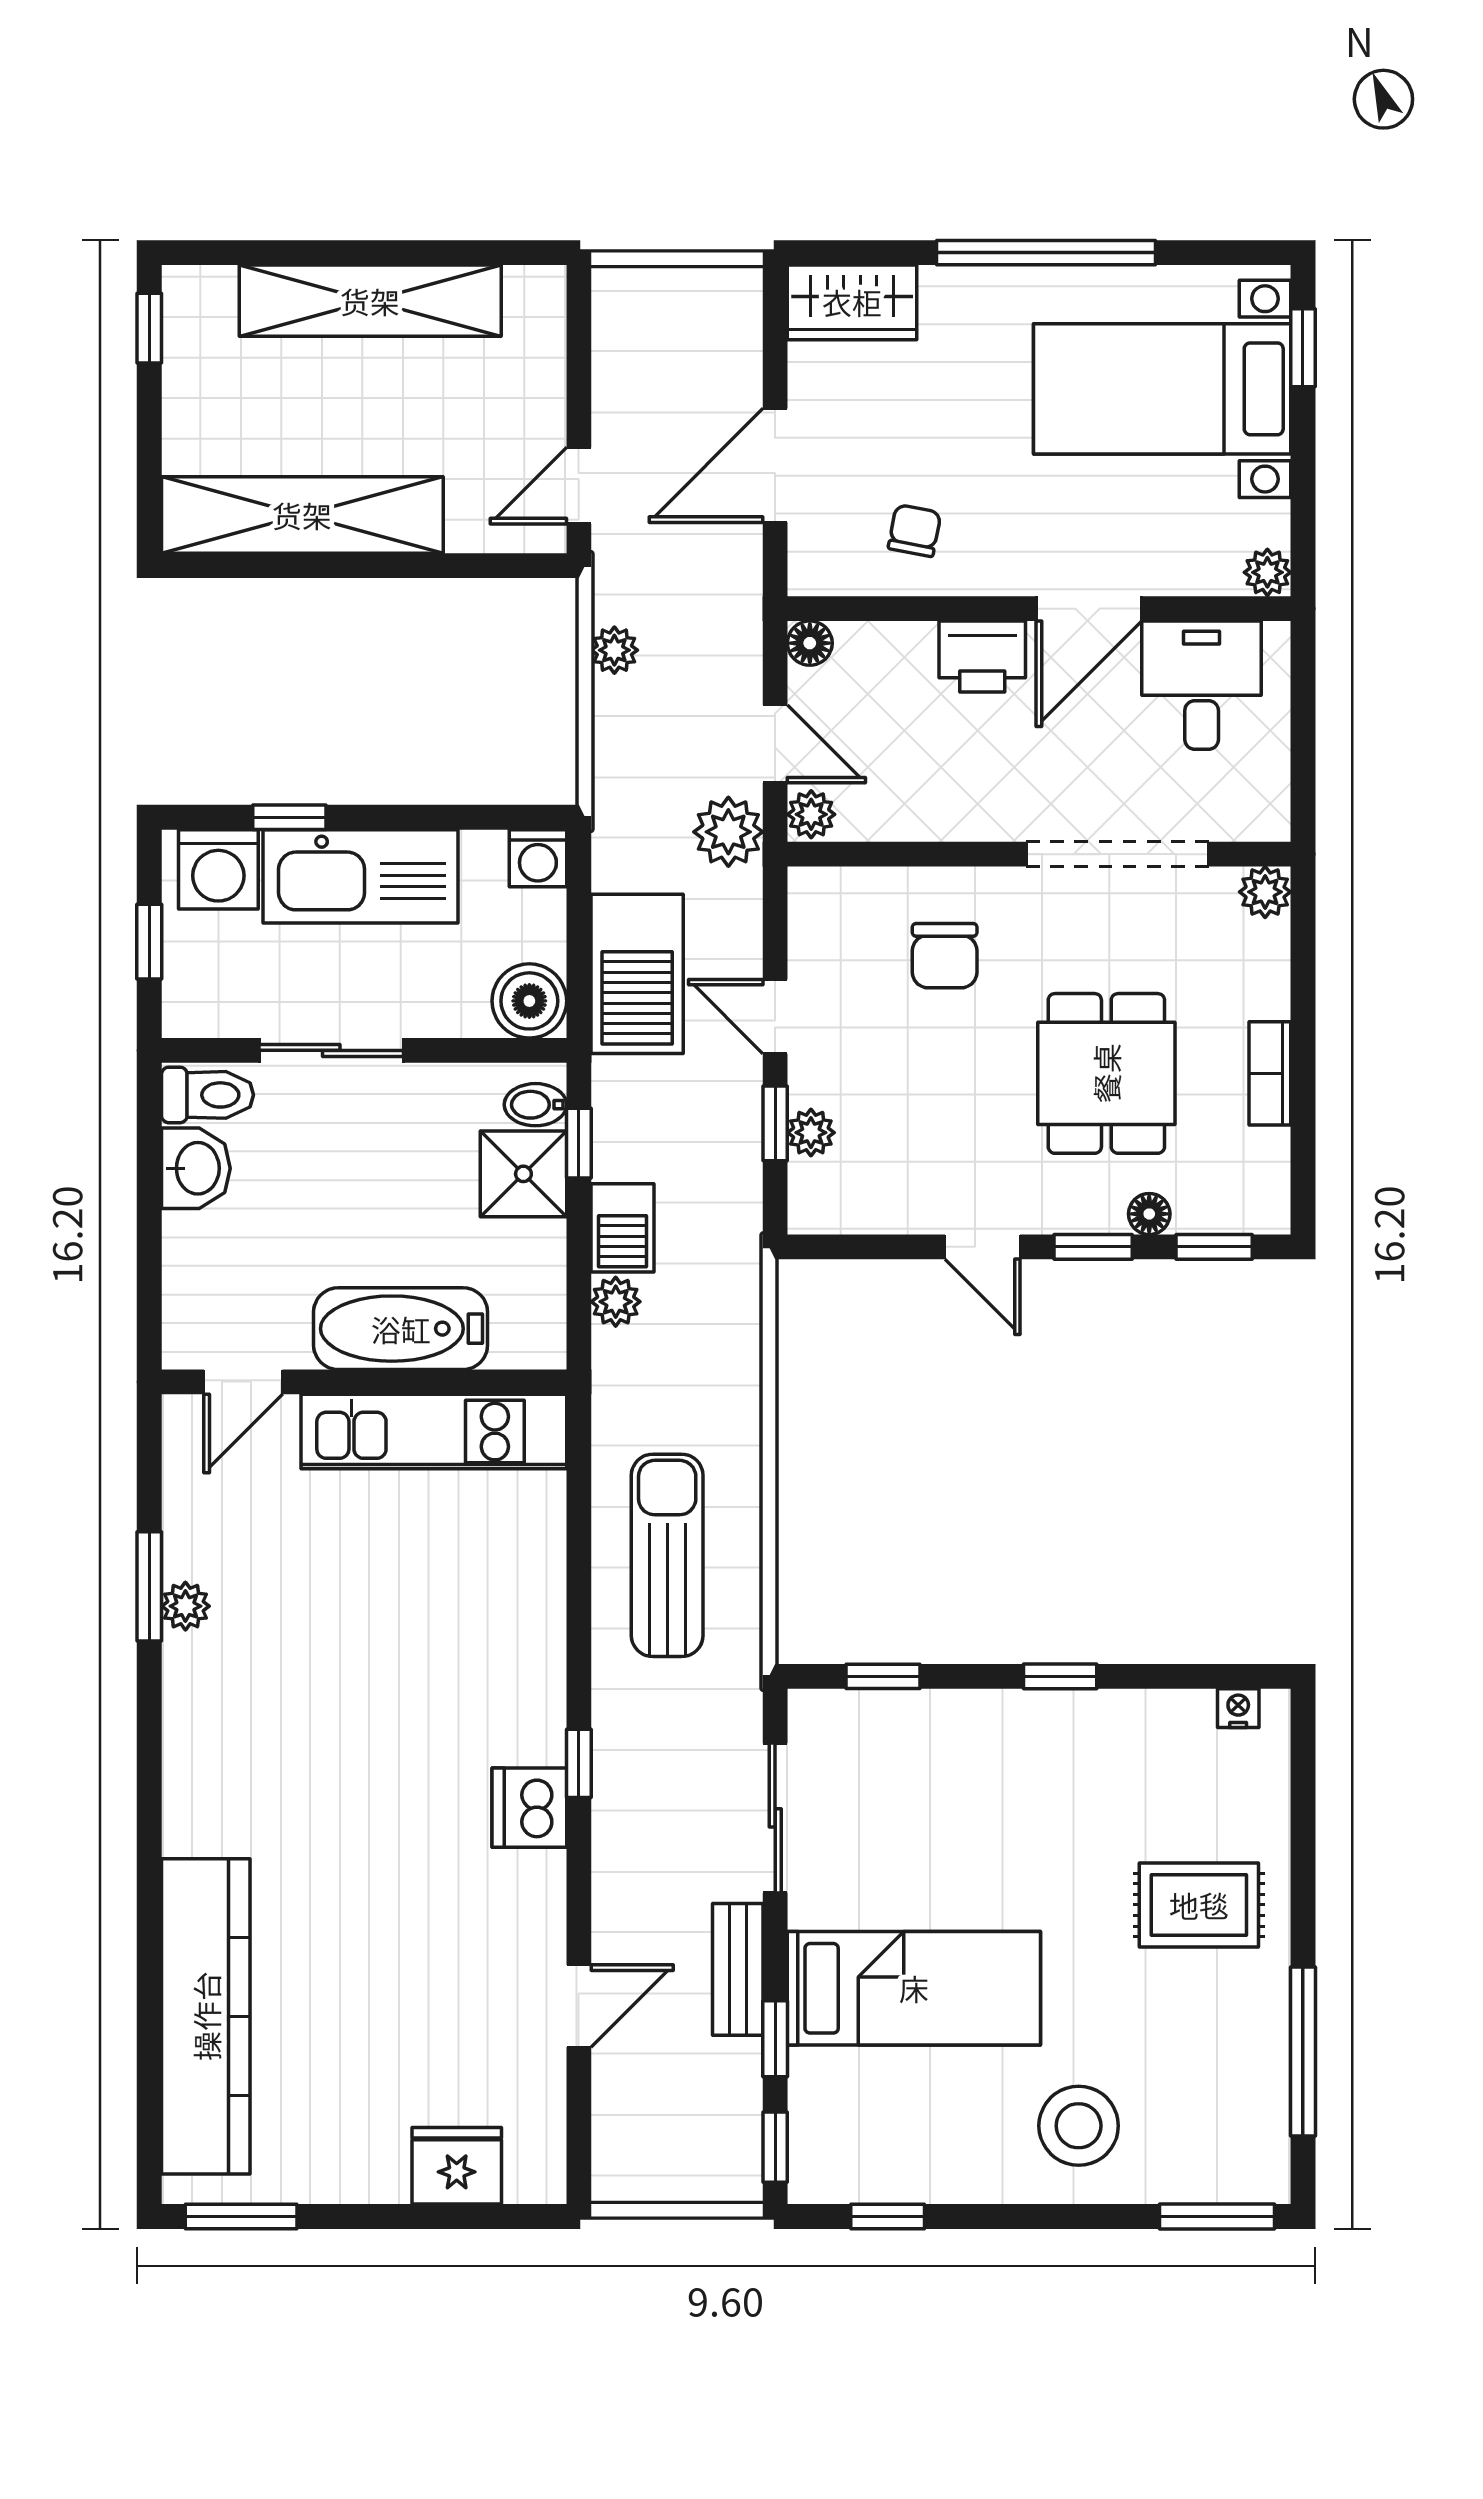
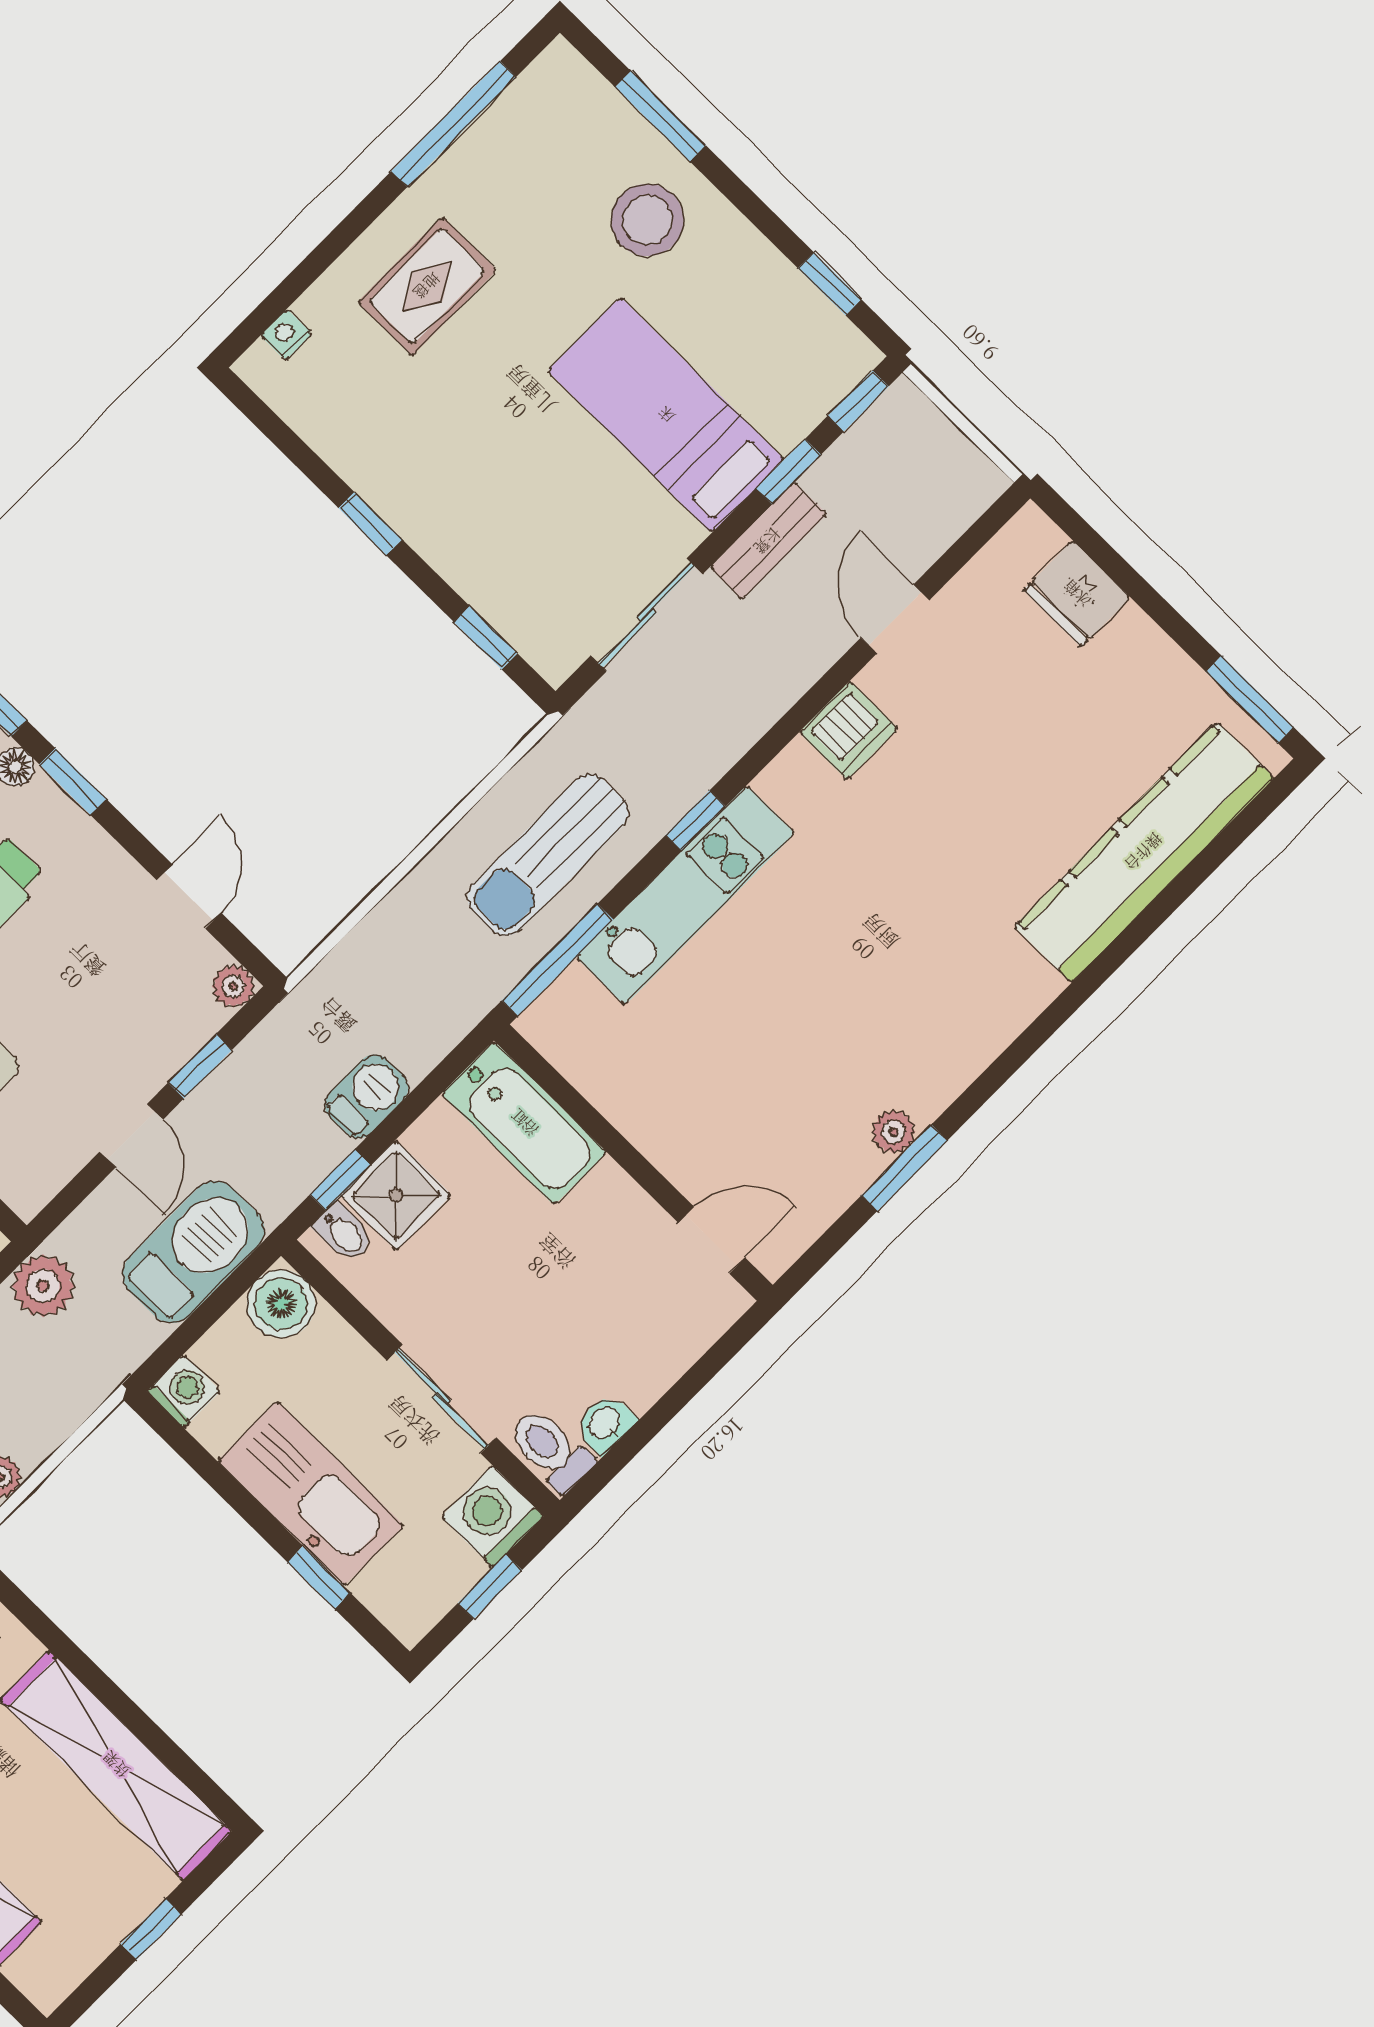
window: (149, 328) -> (151, 1929), moved
washing machine: (218, 869) -> (492, 1516), moved, turned -90
plant: (811, 1133) -> (233, 986), moved
washbasin: (196, 1168) -> (605, 1424), width x0.72, depth x0.69
door: (982, 1247) -> (189, 896), moved
plant: (616, 1302) -> (418, 1053), removed
bathtub: (401, 1329) -> (524, 1123), moved
kitchen unit: (434, 1432) -> (686, 895), moved, turned 90
window: (579, 1481) -> (558, 960), added
nightstand: (1238, 1708) -> (286, 335), moved, turned 90
window: (579, 1763) -> (696, 821), moved
dishwasher: (529, 1808) -> (849, 730), moved
rug: (1199, 1905) -> (427, 286), turned 90
door: (579, 2006) -> (895, 619), hinge flipped
window: (1217, 2216) -> (660, 116), moved

